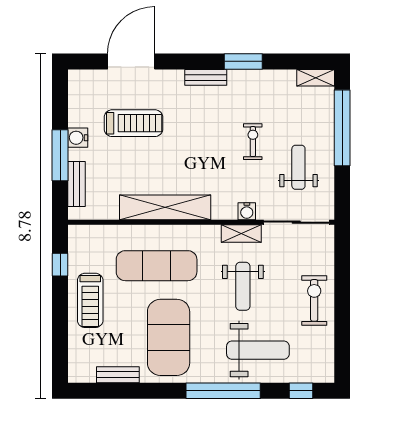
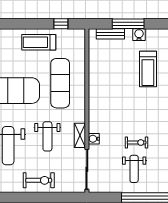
weight bench: (298, 167) -> (134, 169), moved, turned 90
shelving: (165, 207) -> (96, 88), removed
weight bench: (243, 286) -> (47, 136), turned -90

